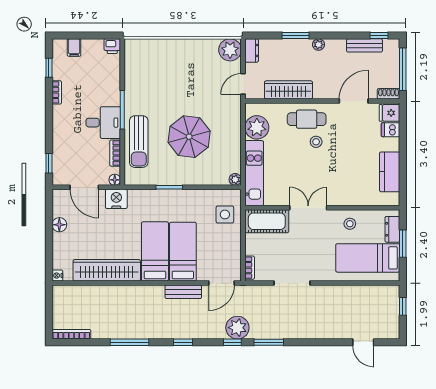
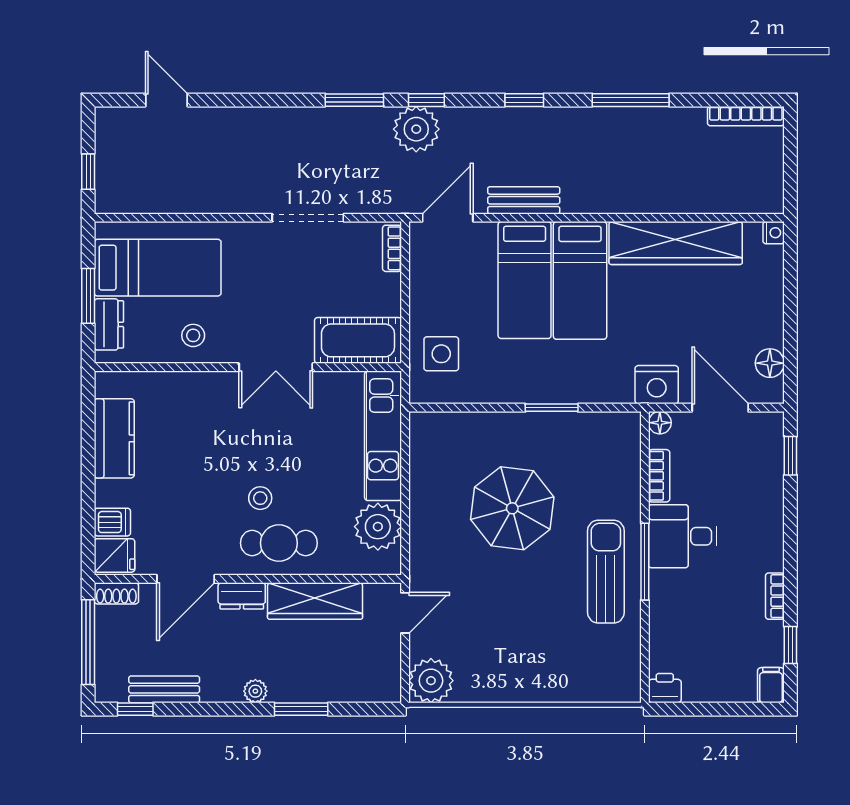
filing cabinet: (74, 48) -> (771, 685), moved
dresser: (252, 50) -> (242, 596), moved, turned -90
sun lounger: (139, 142) -> (606, 572), moved
plant: (235, 179) -> (421, 423), removed
floor lamp: (59, 225) -> (770, 363), moved

